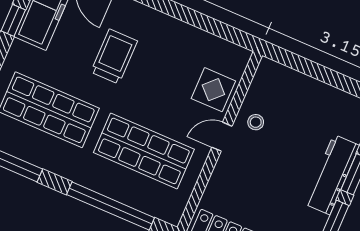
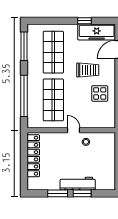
display table: (213, 90) -> (100, 93), moved

